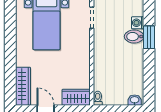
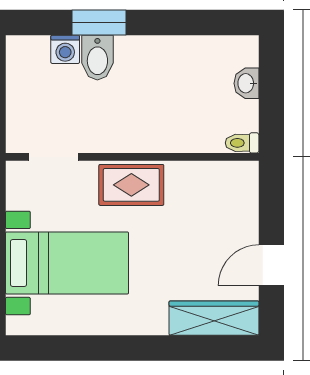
rug: (80, 51) -> (131, 185), added
wardrobe: (76, 97) -> (240, 193), removed
washbasin: (135, 100) -> (246, 83), moved

